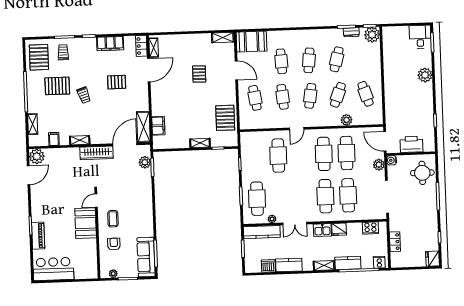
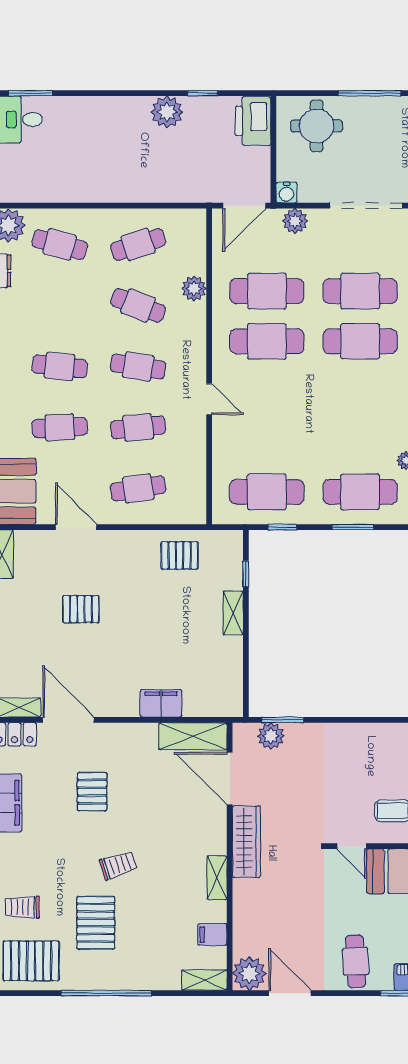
cafe table: (337, 59) -> (60, 244), moved
door: (236, 70) -> (76, 527), hinge flipped
plant: (425, 75) -> (167, 112), moved
pallet: (225, 118) -> (180, 555), width x0.67, depth x0.71
shelving: (33, 124) -> (204, 980), moved
filing cabinet: (158, 126) -> (161, 703), moved
printer: (411, 144) -> (253, 121), moved
cafe table: (278, 156) -> (267, 492), moved
cafe table: (44, 204) -> (356, 961), added

